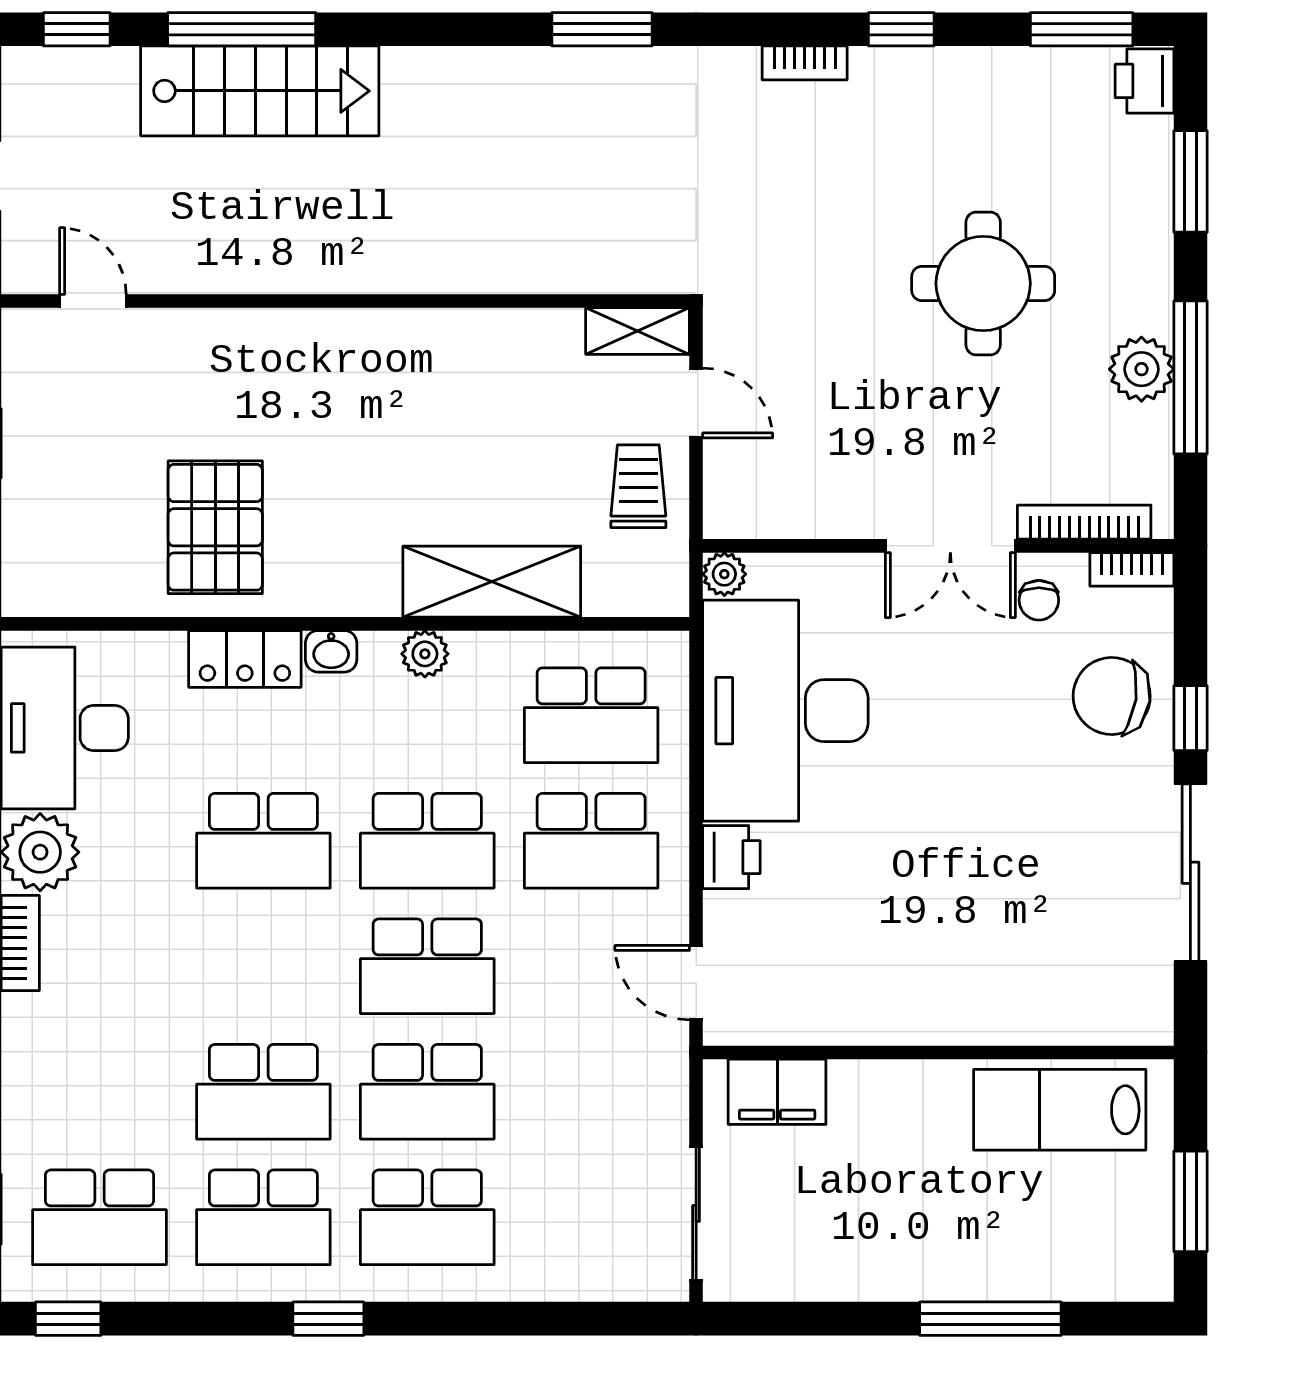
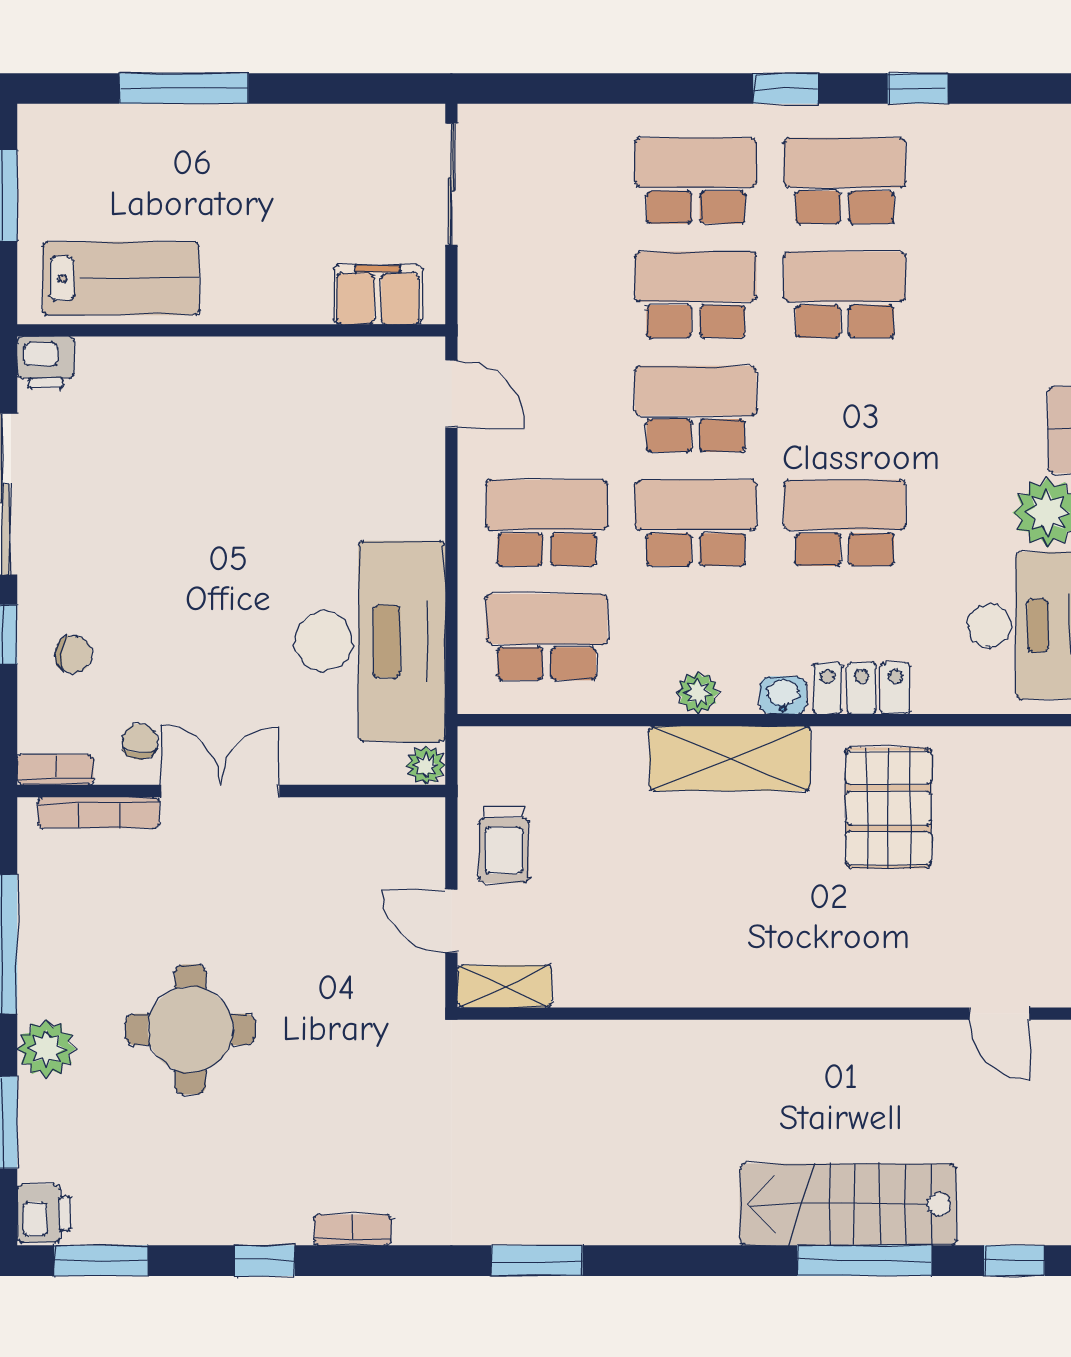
plant: (1141, 369) -> (46, 1049), moved
shelving: (492, 582) -> (730, 758), moved
chair: (1112, 696) -> (74, 655), width x0.54, depth x0.54
printer: (731, 857) -> (46, 363), moved, turned -90
school desk: (99, 1217) -> (994, 181), removed
window: (68, 1319) -> (918, 89), moved

